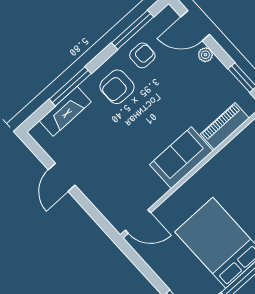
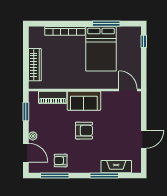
armchair: (117, 87) -> (84, 131), moved

